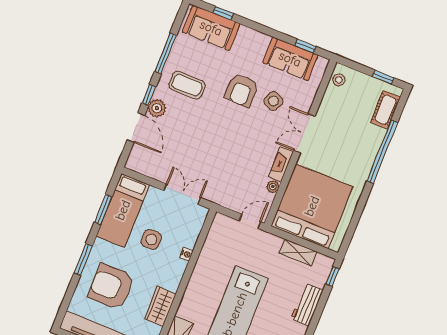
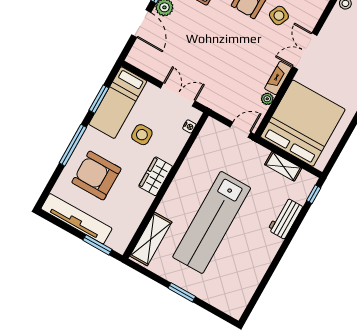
nightstand: (186, 254) -> (189, 126), moved
window: (83, 259) -> (73, 145), width x1.44
wardrobe: (160, 306) -> (156, 176), moved

